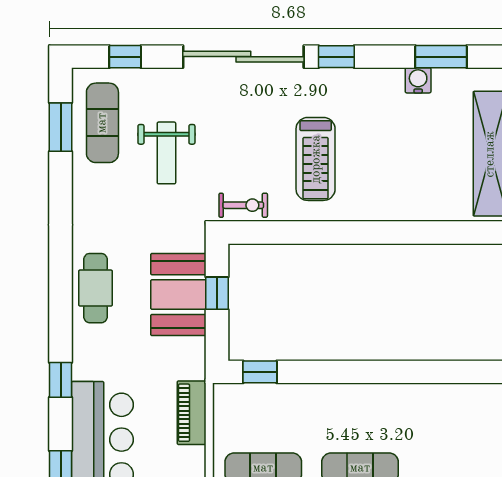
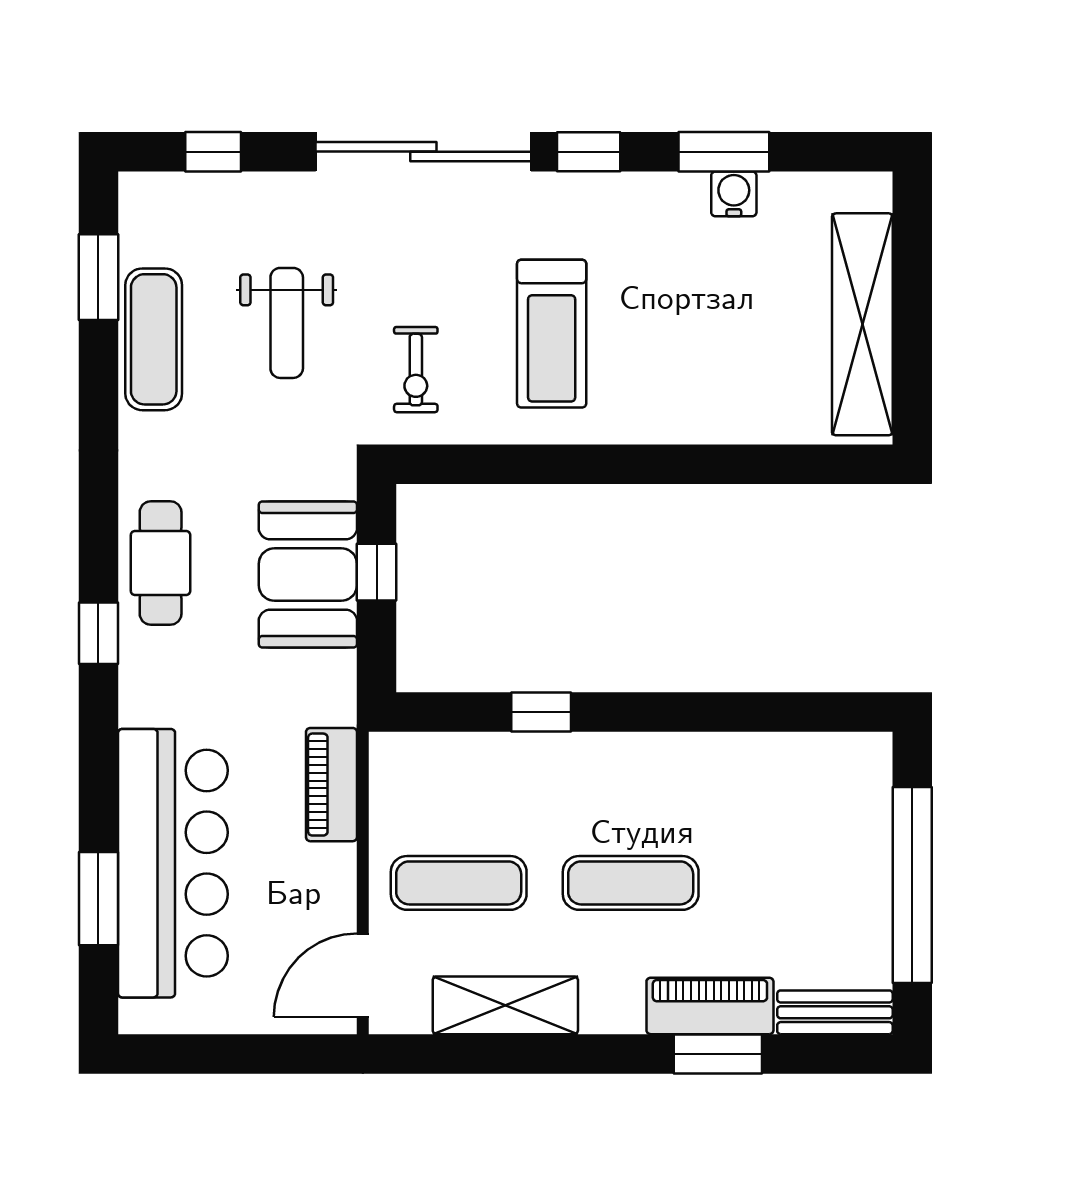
window: (441, 57) -> (724, 152), moved
exercise mat: (102, 123) -> (154, 339), moved
exercise bike: (243, 205) -> (416, 370), moved, turned 90
window: (260, 372) -> (541, 712), moved
window: (61, 380) -> (98, 633), moved

